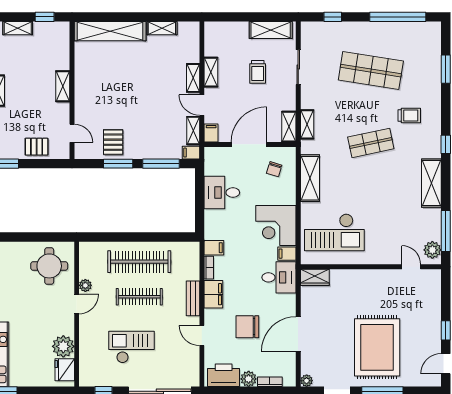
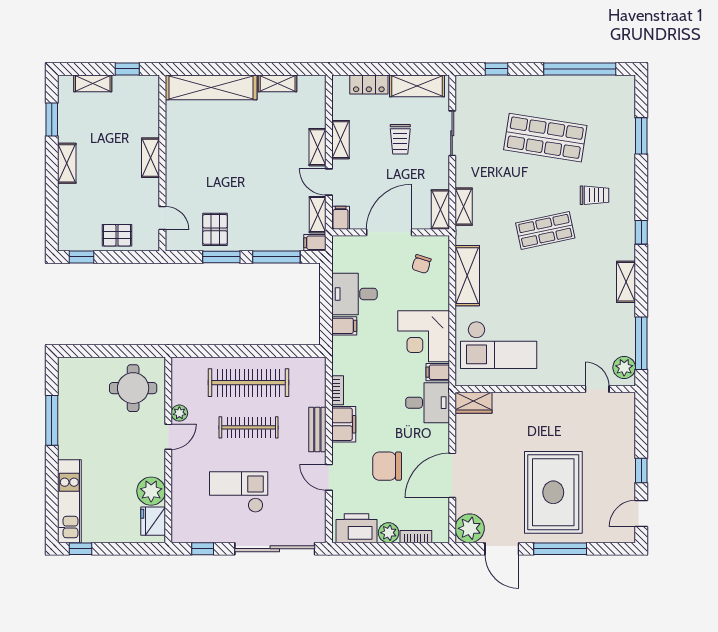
locker: (233, 29) -> (369, 84), added
shelving: (431, 183) -> (626, 282), width x0.67, depth x0.75
filing cabinet: (214, 248) -> (344, 326), moved
plant: (307, 381) -> (470, 528), width x1.87, depth x1.87

